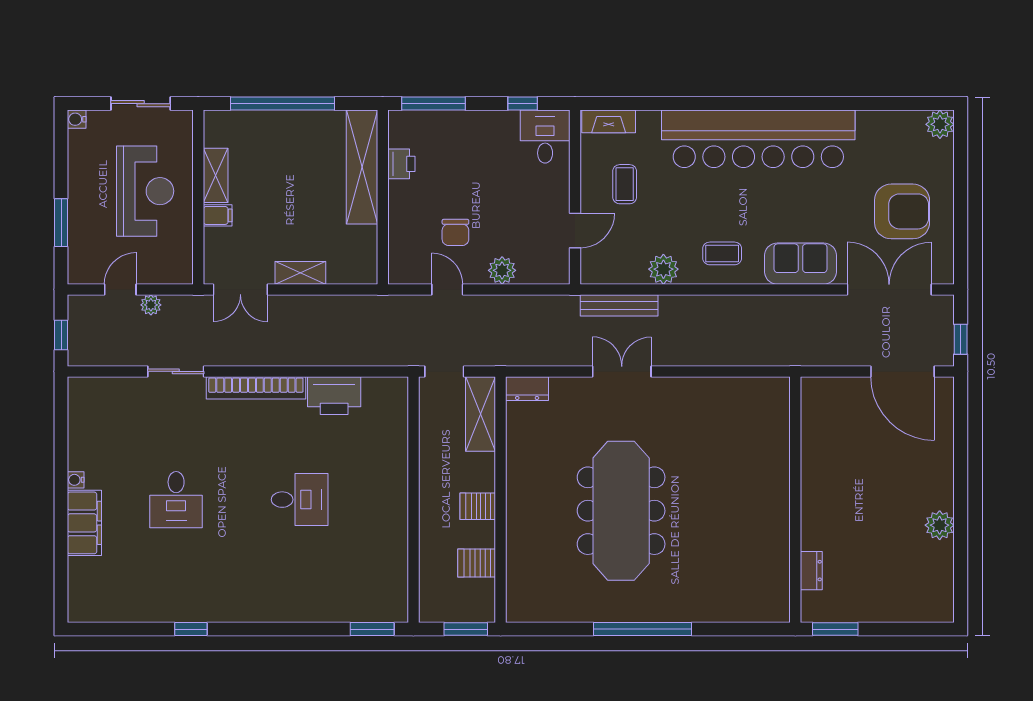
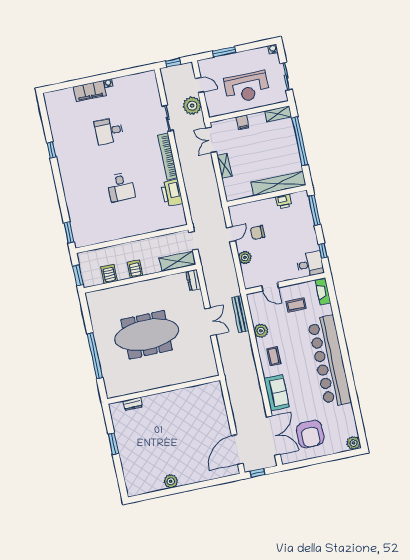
shelving: (216, 175) -> (278, 114), moved
plant: (151, 305) -> (192, 106), width x1.88, depth x1.88
wall: (795, 500) -> (164, 390), moved
dresser: (811, 571) -> (133, 404), moved

